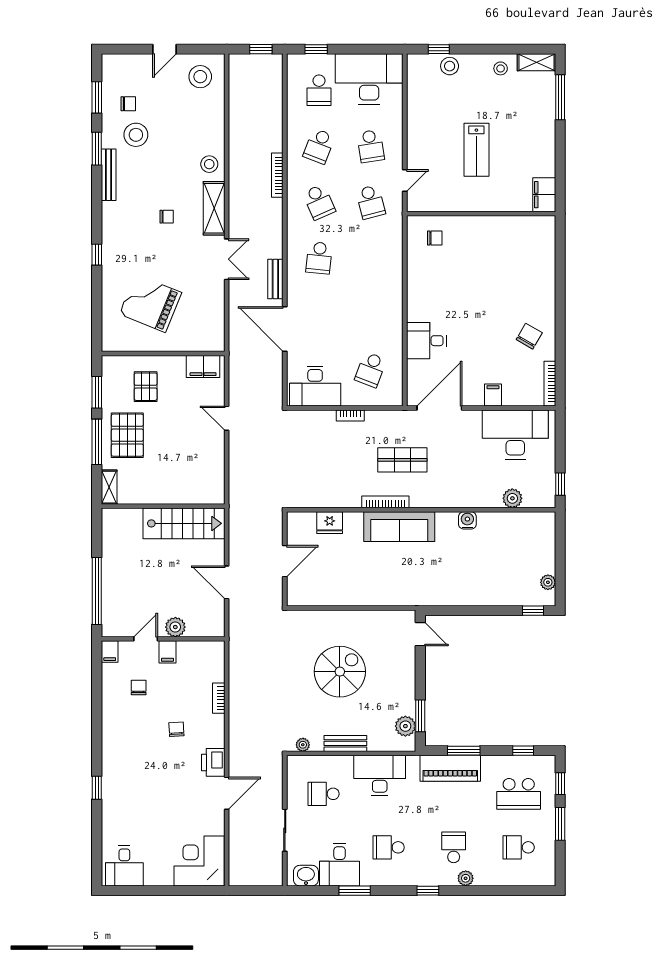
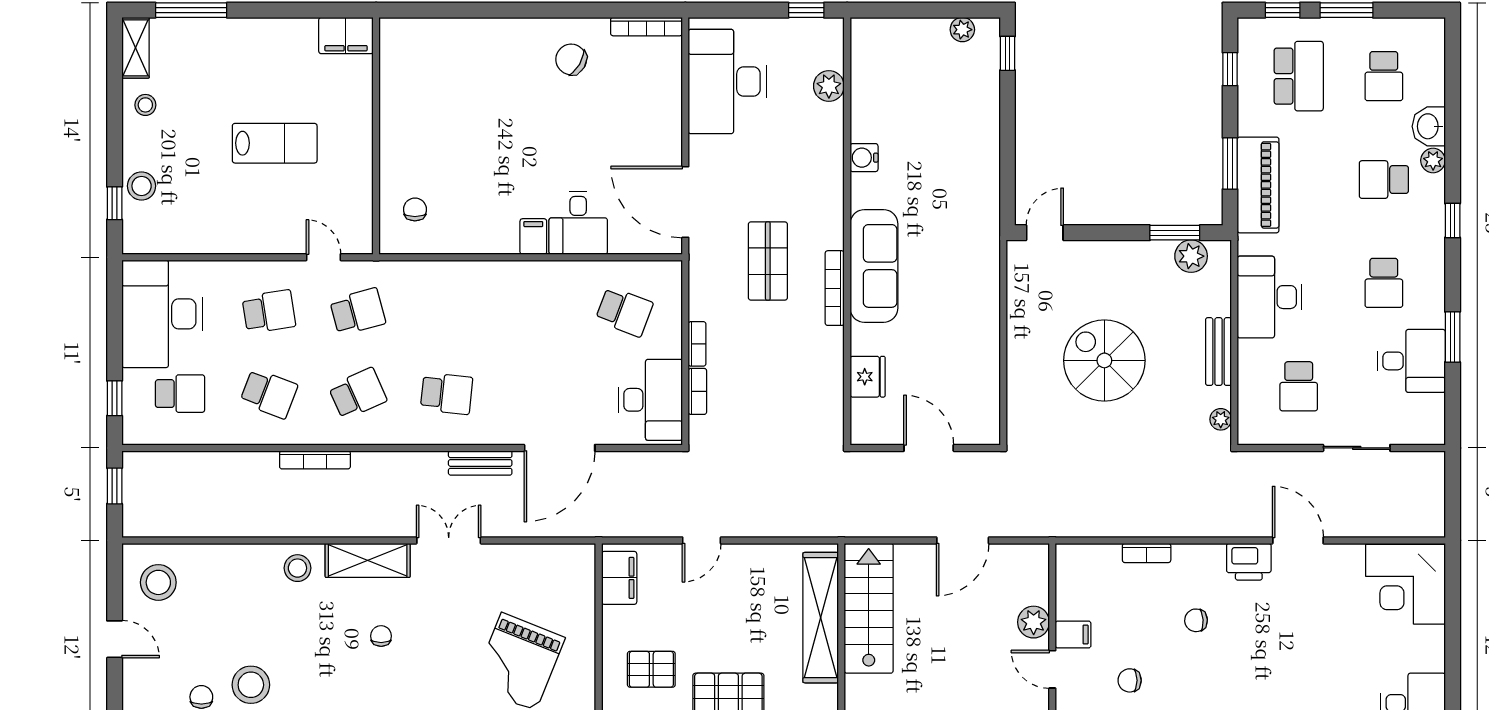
filing cabinet: (493, 395) -> (533, 237), moved, turned 90
bookcase: (320, 416) -> (697, 391), added
shelving: (178, 493) -> (821, 618), added
washbasin: (306, 876) -> (1429, 126), moved

